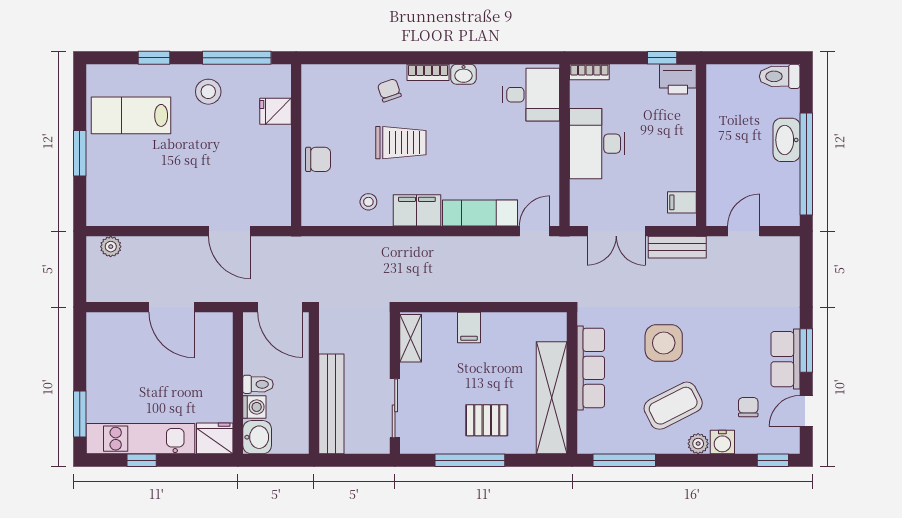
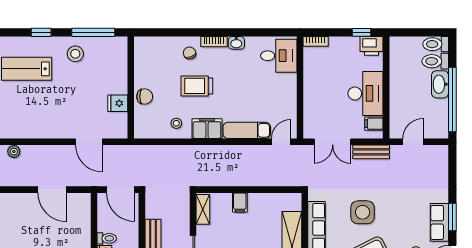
toilet: (779, 103) -> (435, 61), added
fridge: (275, 111) -> (118, 103), moved
trolley: (401, 143) -> (197, 86), turned 180
desk: (597, 144) -> (366, 93), moved, turned 180

